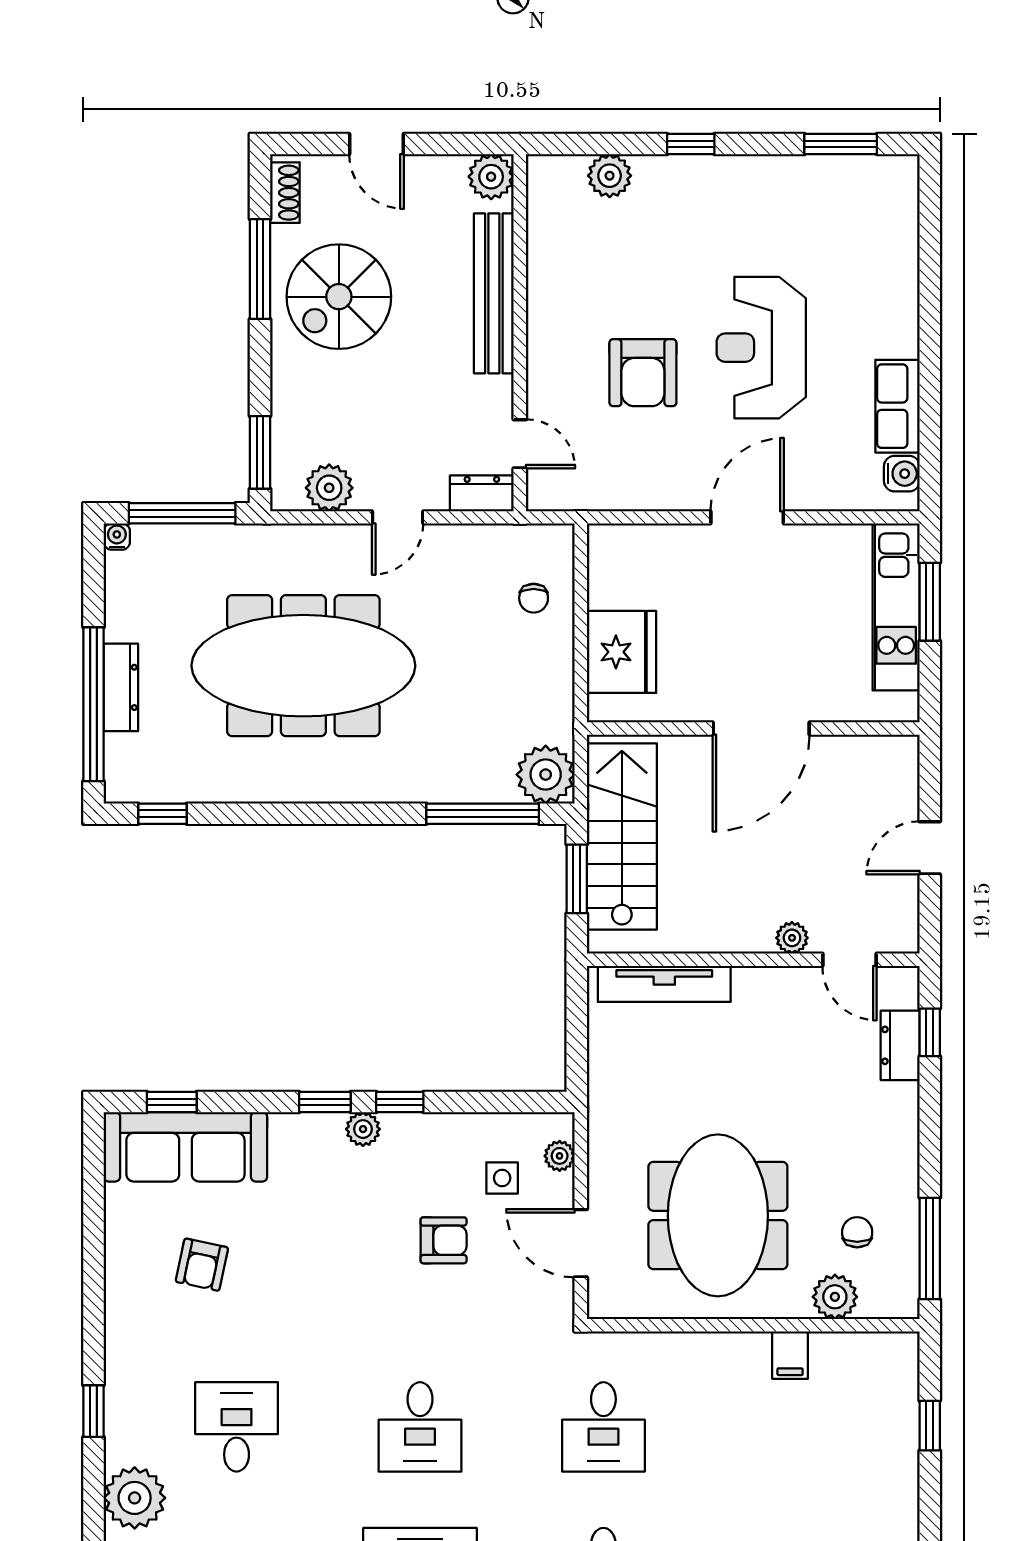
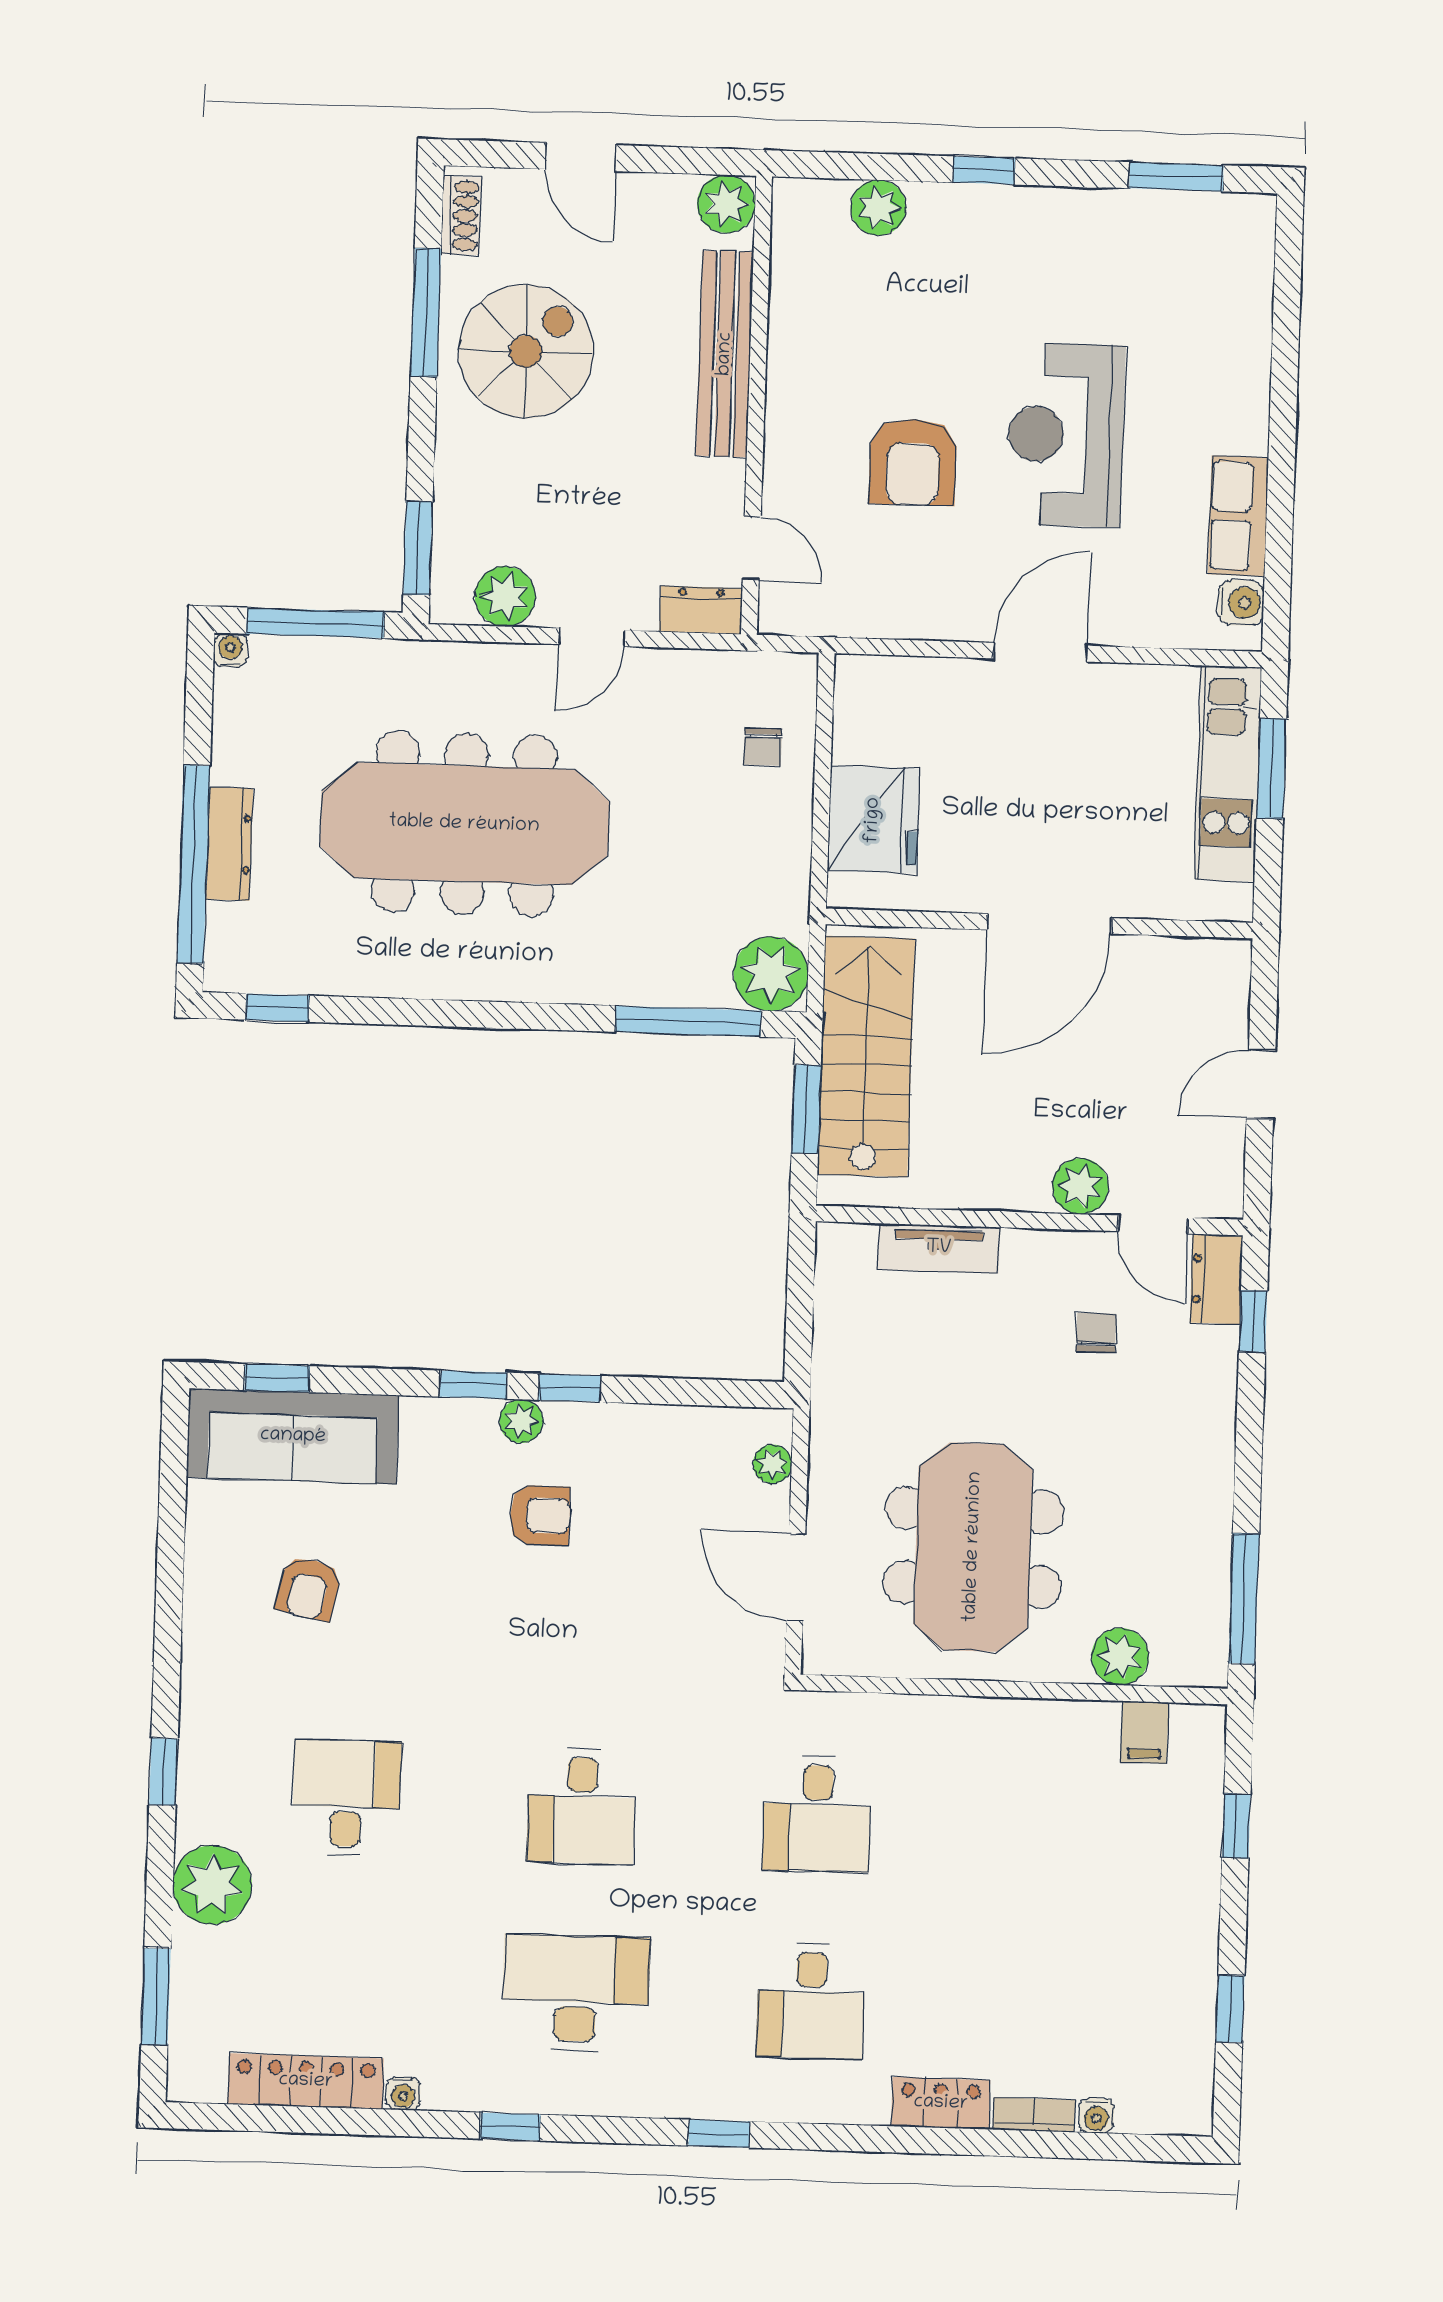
spiral stairs: (339, 297) -> (526, 351), turned 180
plant: (792, 938) -> (1080, 1186), width x1.38, depth x1.38
tv unit: (664, 984) -> (939, 1248), width x0.71
dresser: (900, 1045) -> (1216, 1279), moved
side table: (502, 1178) -> (698, 1490), removed
chair: (857, 1232) -> (1096, 1333), moved
armchair: (444, 1240) -> (540, 1515), moved
filing cabinet: (790, 1355) -> (1145, 1732), moved

